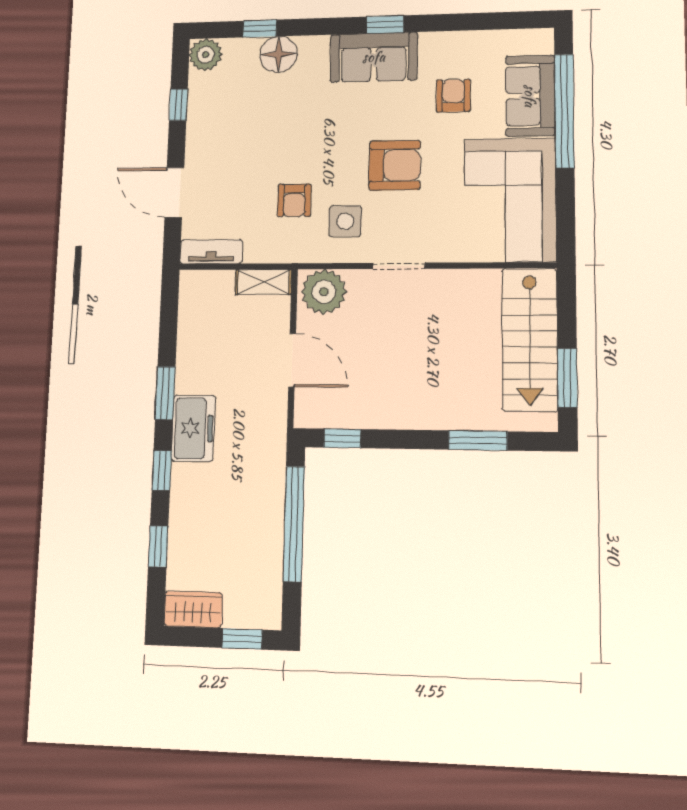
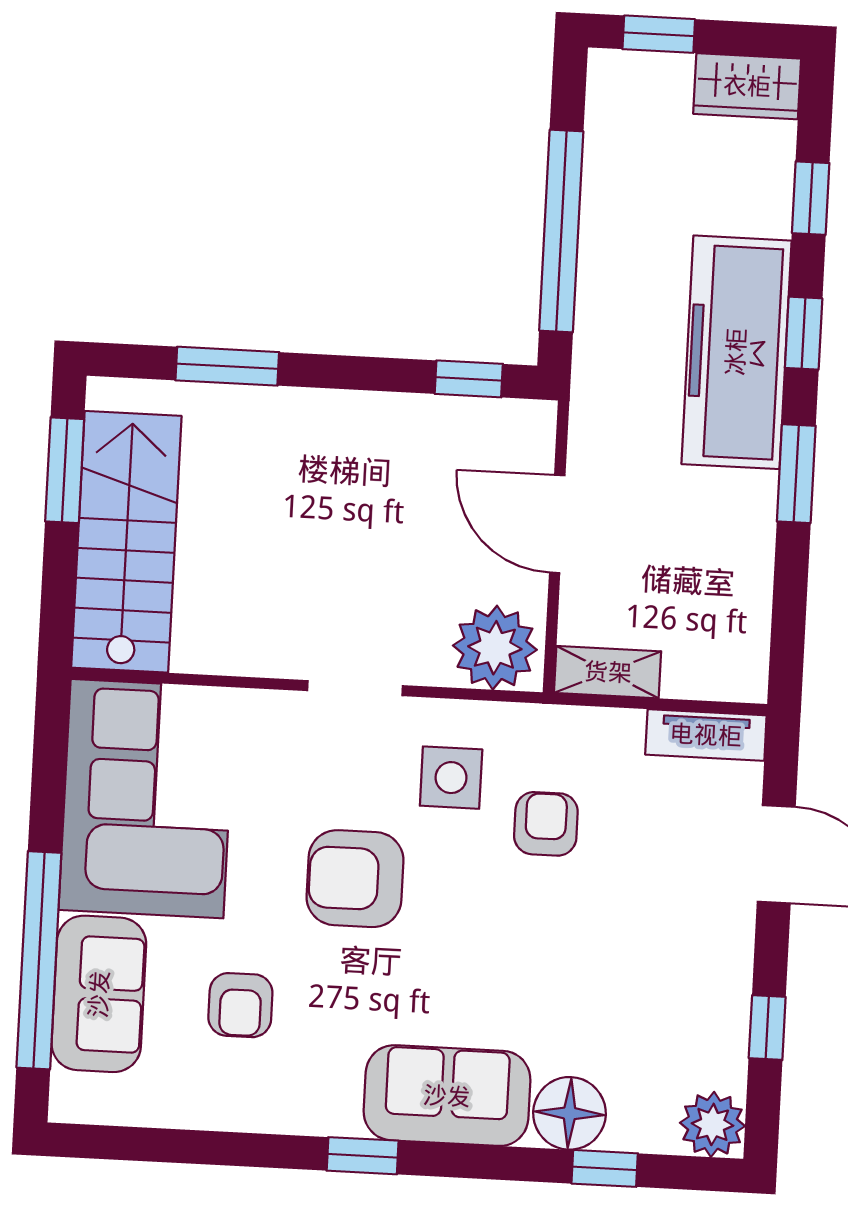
sofa: (374, 57) -> (447, 1096), moved
freezer: (193, 428) -> (736, 352), width x1.91, depth x1.26

